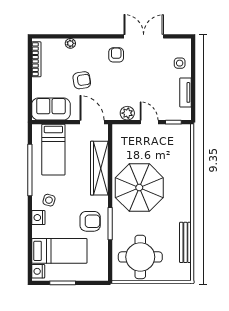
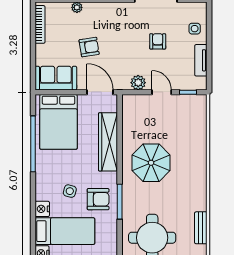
armchair: (116, 55) -> (158, 41), moved
bed: (53, 150) -> (58, 122), width x1.50
parasol: (139, 188) -> (151, 163), width x0.73, depth x0.73
side table: (49, 200) -> (70, 191), moved
nightstand: (38, 218) -> (42, 209), moved
bench: (185, 242) -> (201, 228), width x0.73

